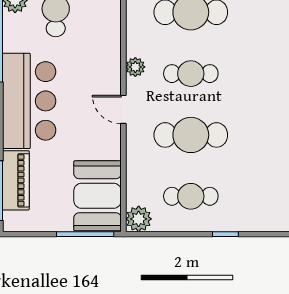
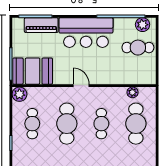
plant: (135, 67) -> (133, 92), moved
door: (123, 109) -> (81, 86), hinge flipped

